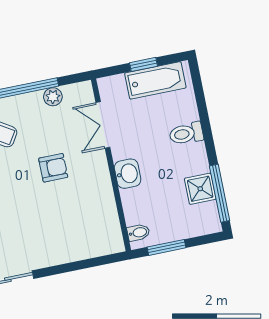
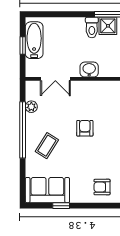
toilet: (186, 134) -> (92, 28), moved
armchair: (53, 168) -> (85, 128), moved

